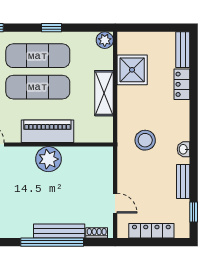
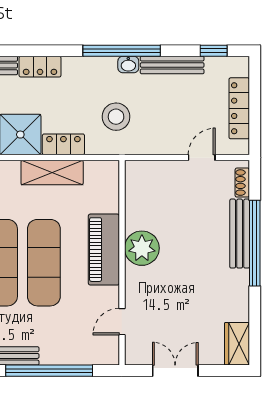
locker: (125, 101) -> (63, 144), added
window: (194, 144) -> (122, 51), added
bench: (183, 181) -> (172, 65), width x1.36

